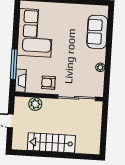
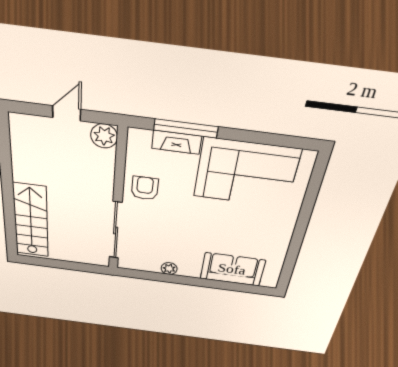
fireplace: (21, 81) -> (177, 142), moved
plant: (35, 104) -> (104, 136), moved
stairs: (51, 143) -> (31, 221), moved

